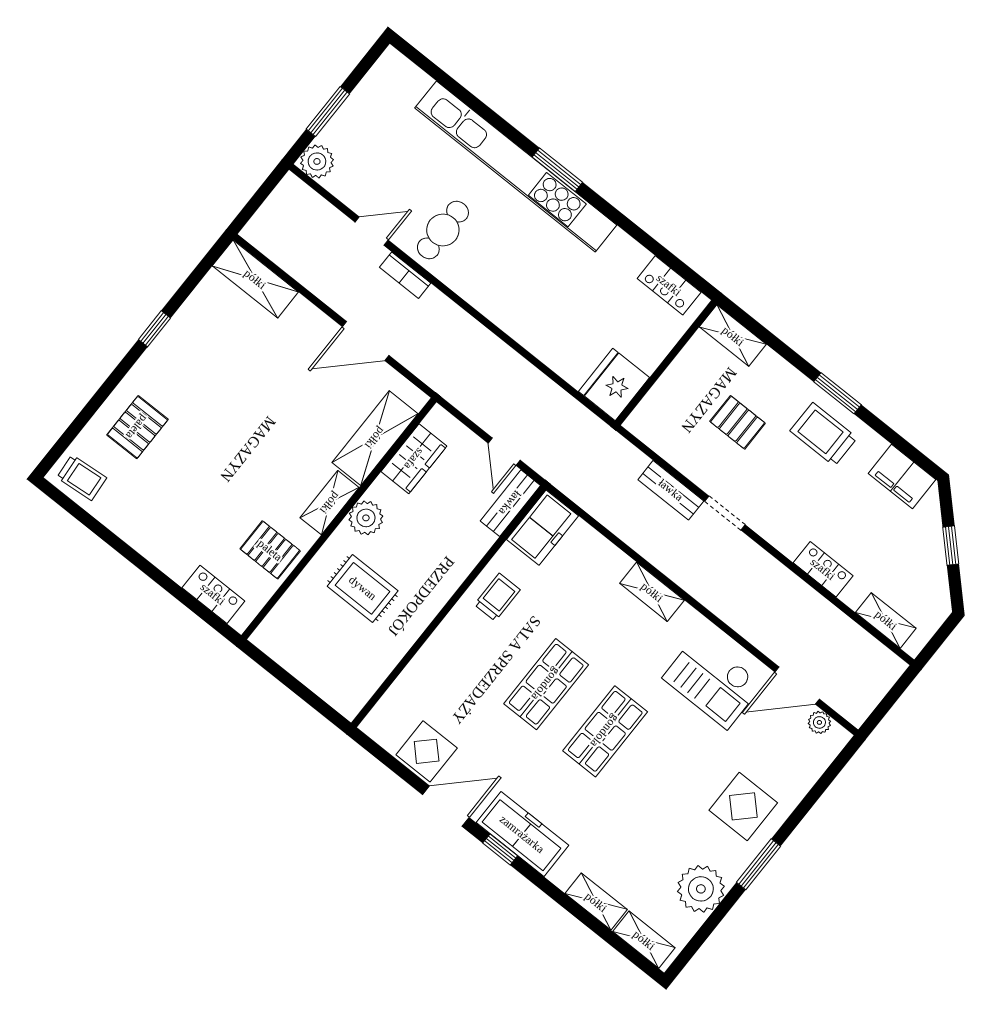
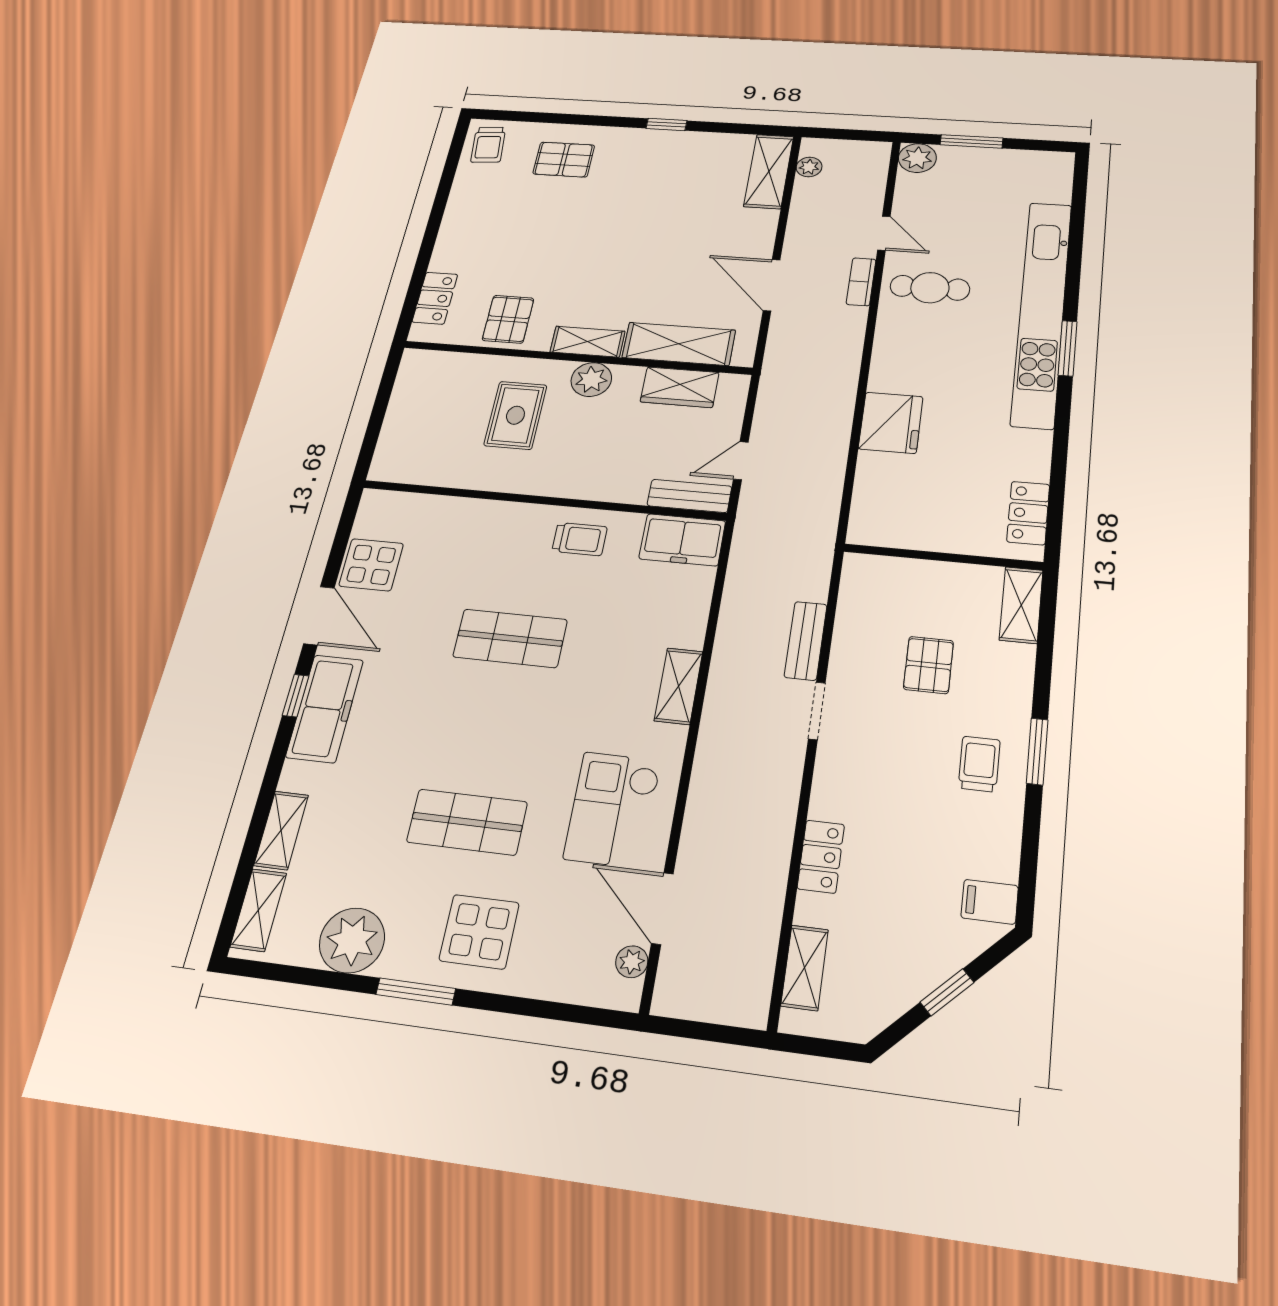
plant: (271, 247) -> (809, 167), added
fridge: (614, 384) -> (891, 423), moved, turned 90
trolley: (824, 434) -> (979, 764), width x0.73, depth x0.72
filing cabinet: (902, 477) -> (990, 902), width x0.50
shop shelf: (605, 731) -> (467, 822), moved

